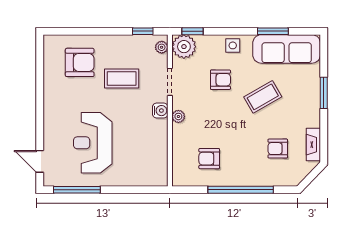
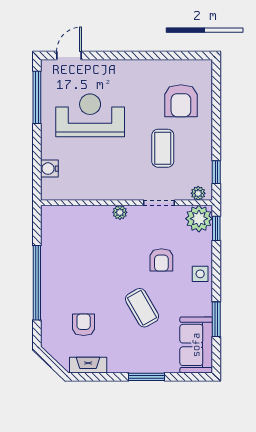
sofa: (287, 49) -> (196, 345), width x0.73
water cooler: (160, 111) -> (49, 169), moved, turned 90
armchair: (209, 159) -> (72, 247), removed

